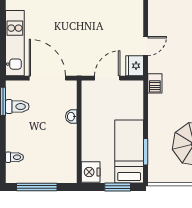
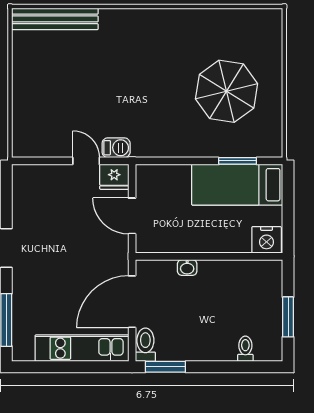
barbecue: (155, 83) -> (116, 148), moved
toilet: (17, 107) -> (145, 345), moved
window: (37, 187) -> (288, 317), width x0.69
window: (118, 187) -> (288, 201), removed

